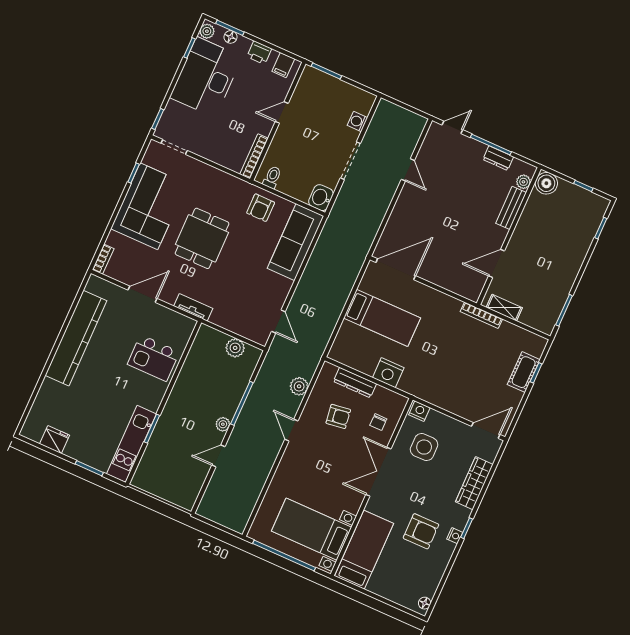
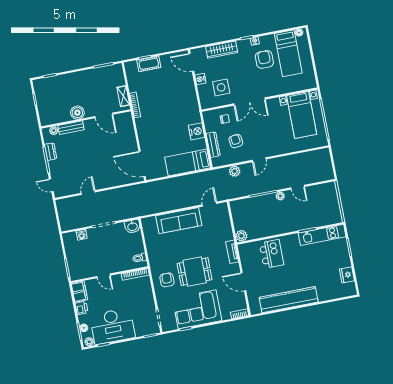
filing cabinet: (283, 65) -> (79, 292), width x2.00
boiler: (546, 183) -> (77, 113), moved
armchair: (261, 208) -> (167, 280), moved, turned -90
sofa: (295, 242) -> (179, 221), moved
bed: (382, 318) -> (188, 163), moved, turned -90
plant: (235, 348) -> (241, 236), moved
nightstand: (419, 411) -> (200, 79), moved
bed: (364, 550) -> (288, 53), moved, turned -90

